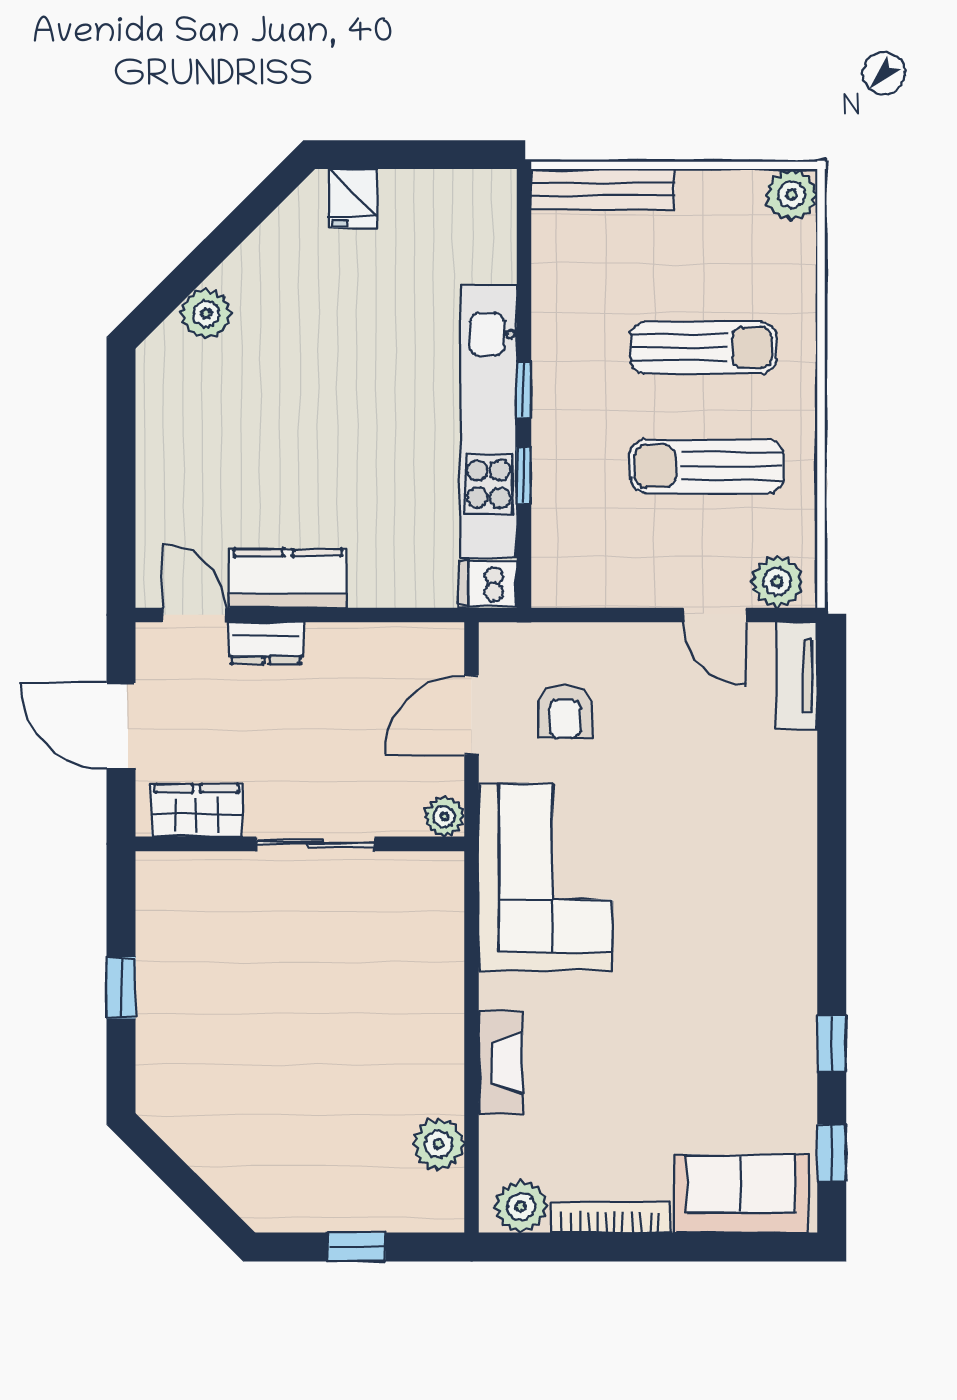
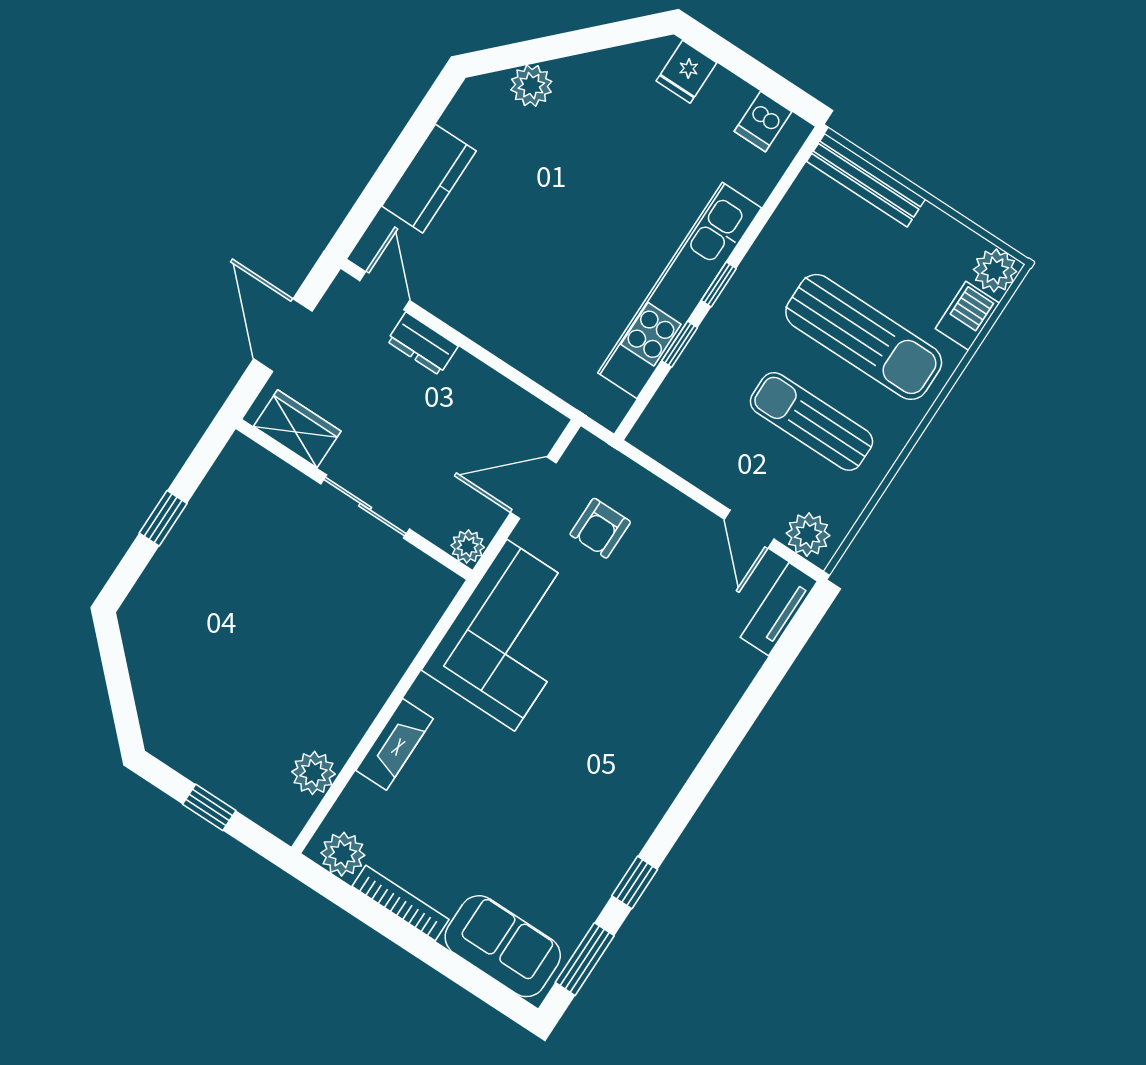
barbecue: (793, 258) -> (967, 316), added
sun lounger: (703, 347) -> (864, 337), width x1.36, depth x1.34
kitchen counter: (288, 578) -> (429, 179), moved, turned 90
dishwasher: (488, 584) -> (763, 121), moved, turned -90
window: (832, 1153) -> (585, 959), width x1.50

